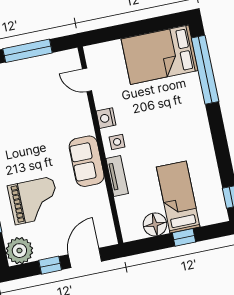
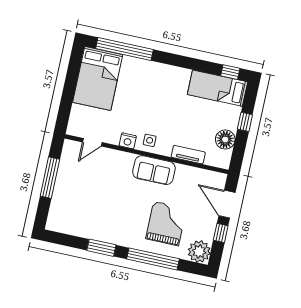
tv unit: (117, 176) -> (188, 155), moved
bed: (178, 197) -> (218, 88), moved

